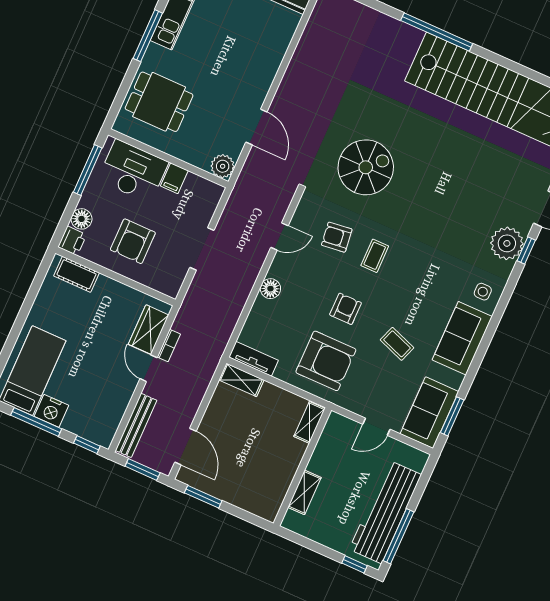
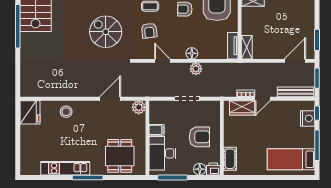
stool: (267, 48) -> (66, 112), added
plant: (243, 284) -> (196, 69), added
nightstand: (51, 411) -> (308, 118), moved

